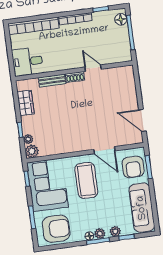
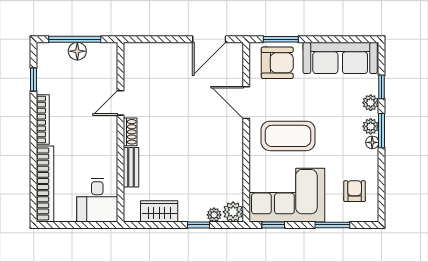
floor lamp: (121, 19) -> (77, 51), moved
door: (104, 150) -> (246, 103), swing flipped
armchair: (56, 229) -> (355, 191), width x0.53, depth x0.53

